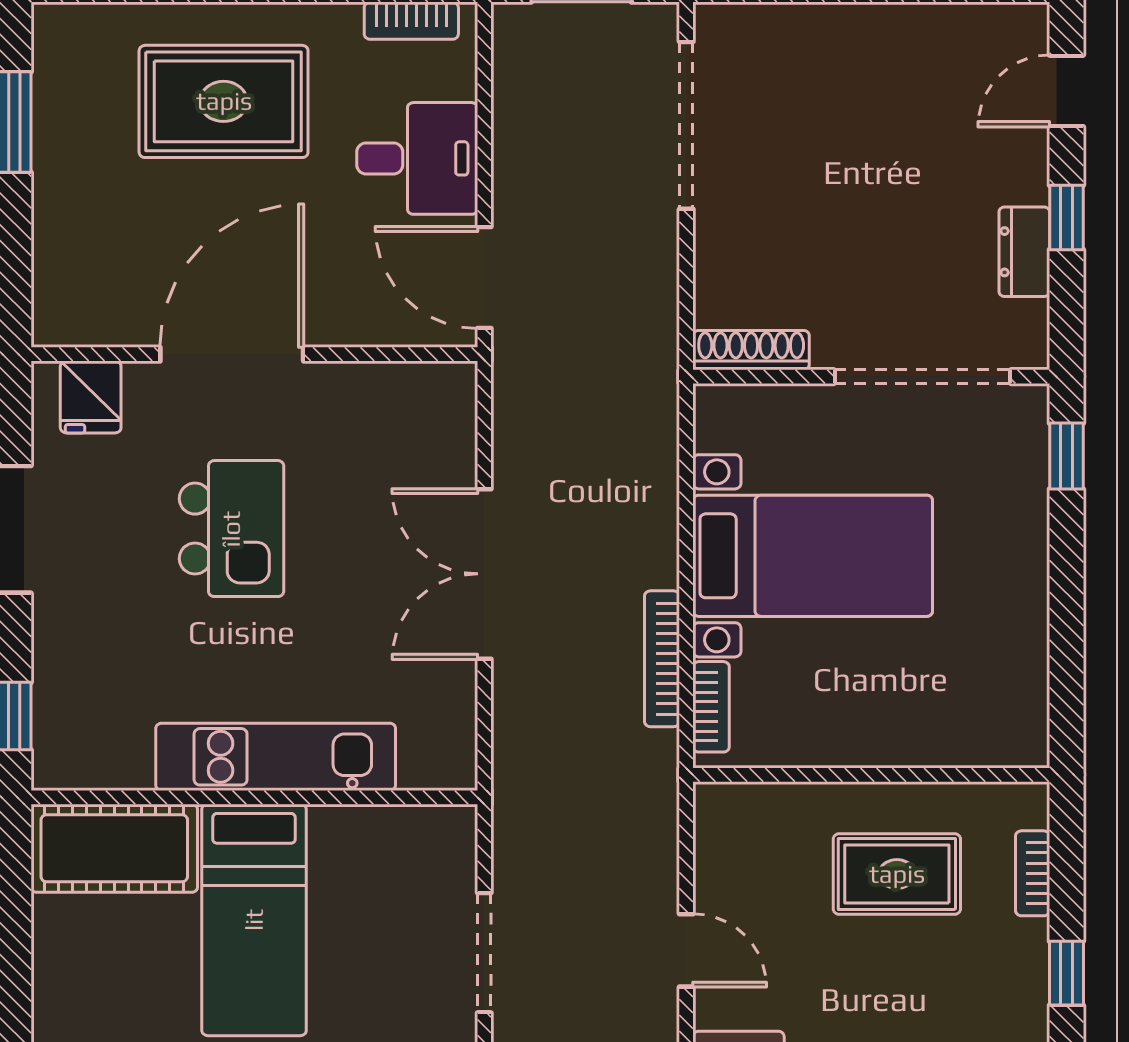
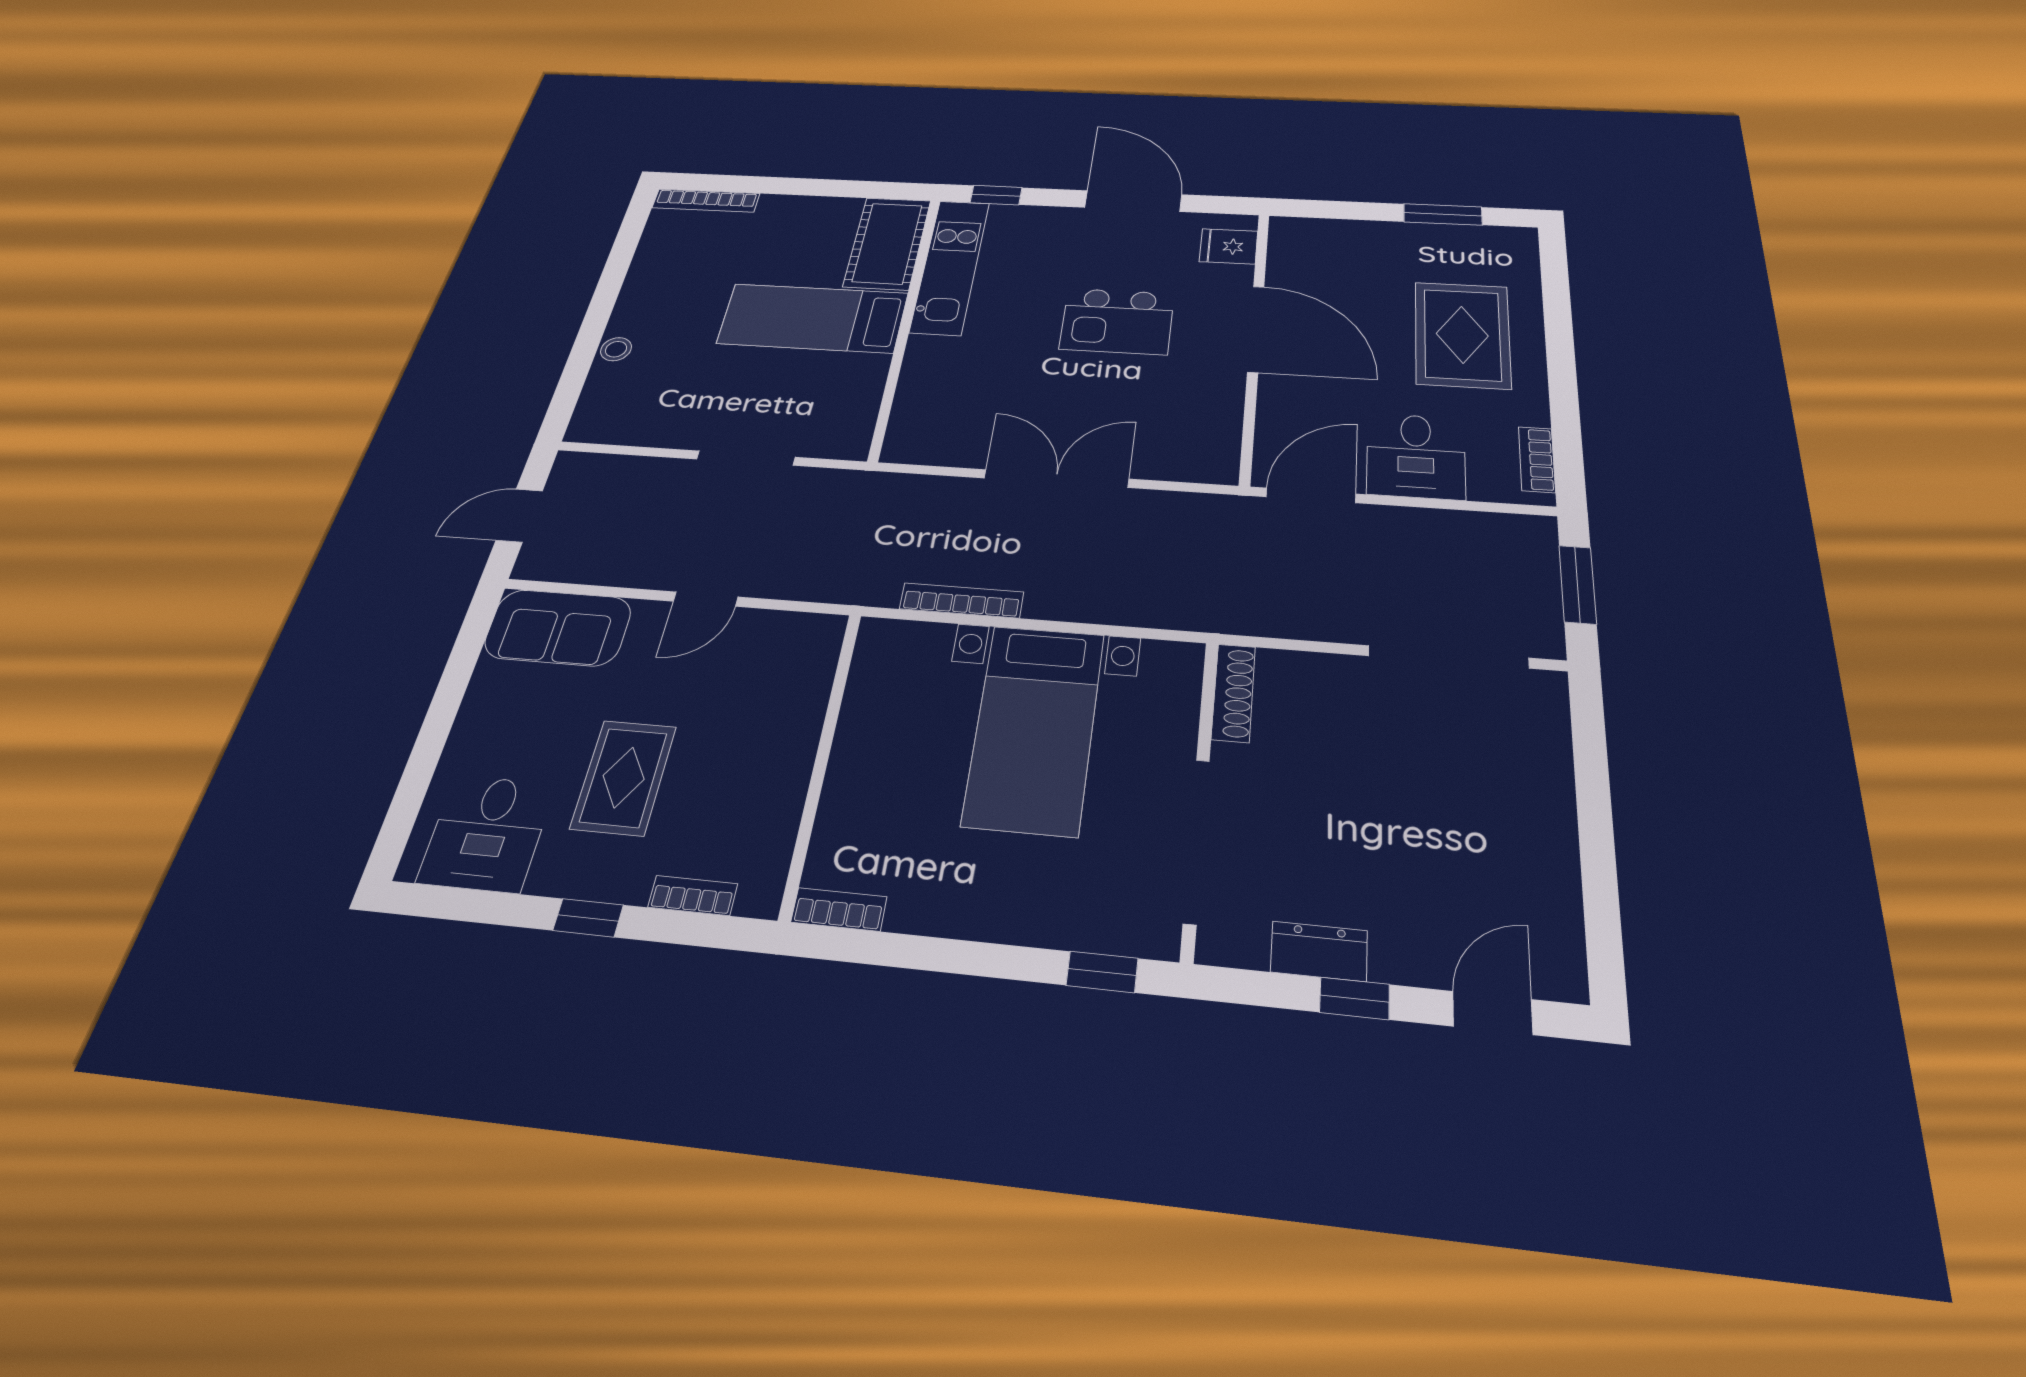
door: (1066, 91) -> (1493, 1013), hinge flipped
bookcase: (711, 707) -> (839, 909), moved, turned 180
kitchen unit: (276, 757) -> (950, 266), moved
rug: (897, 874) -> (624, 777), moved

